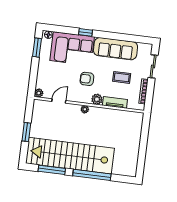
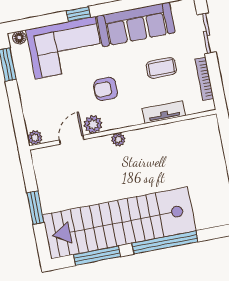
plant: (97, 99) -> (93, 124), moved

